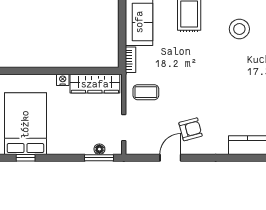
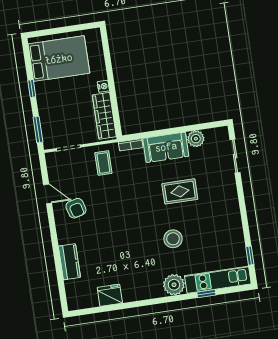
floor lamp: (99, 149) -> (46, 129), removed
window: (26, 158) -> (32, 89), moved

